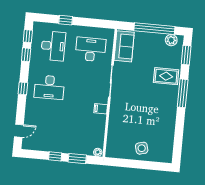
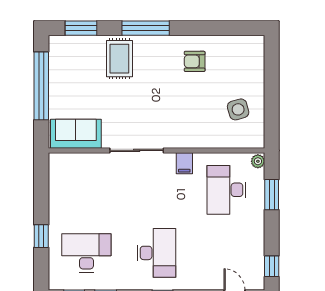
plant: (171, 40) -> (58, 56), removed
desk: (90, 49) -> (227, 190), moved
armchair: (160, 120) -> (195, 61), added
side table: (142, 148) -> (238, 109), moved
window: (55, 156) -> (272, 266), moved

